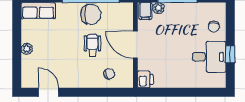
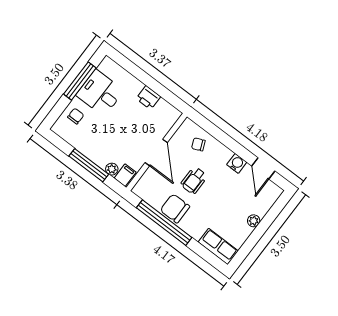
window: (230, 54) -> (80, 81), width x2.17
printer: (145, 79) -> (148, 98), moved, turned -90
water cooler: (71, 81) -> (237, 163), added

